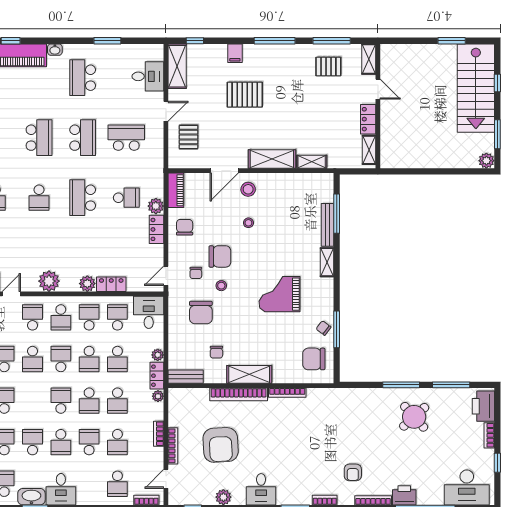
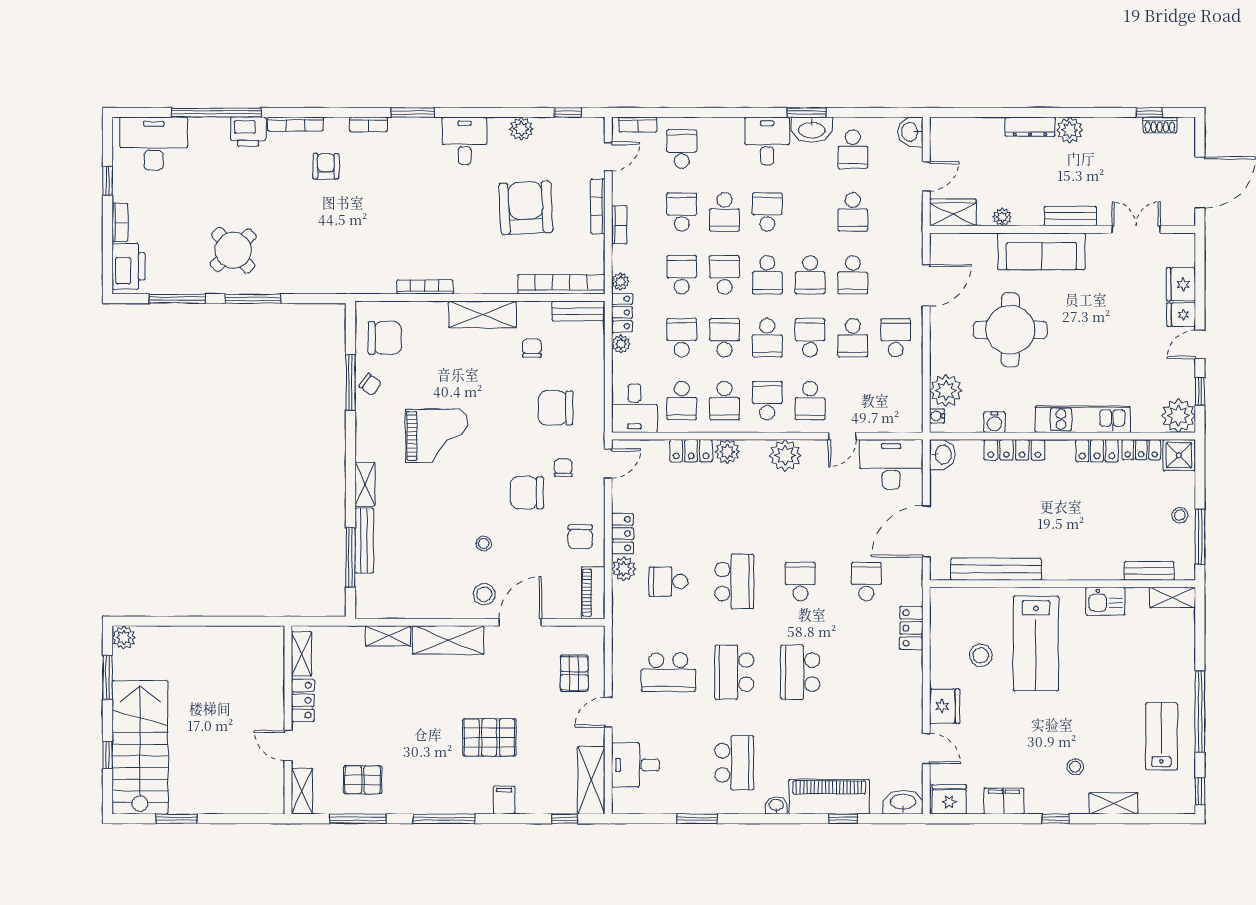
stool: (221, 286) -> (525, 449), removed
chair: (201, 313) -> (556, 408), turned -90
bookcase: (239, 394) -> (561, 284), moved
school desk: (32, 442) -> (810, 275), moved

